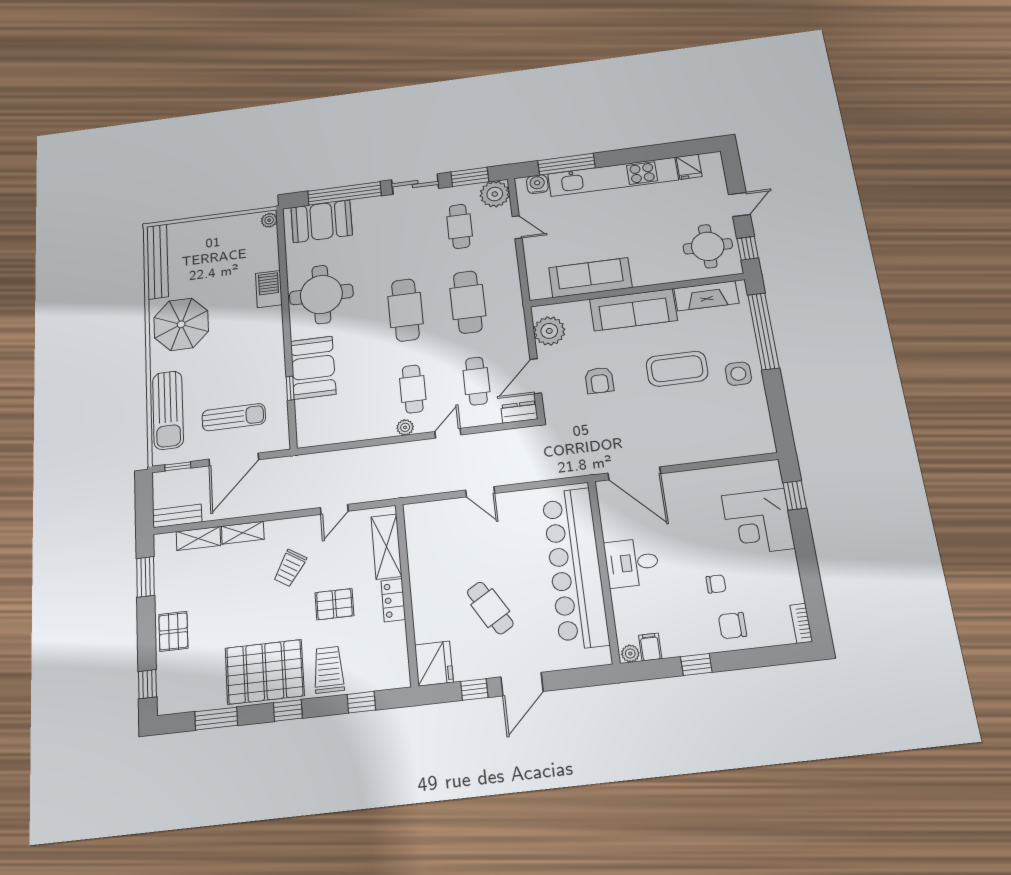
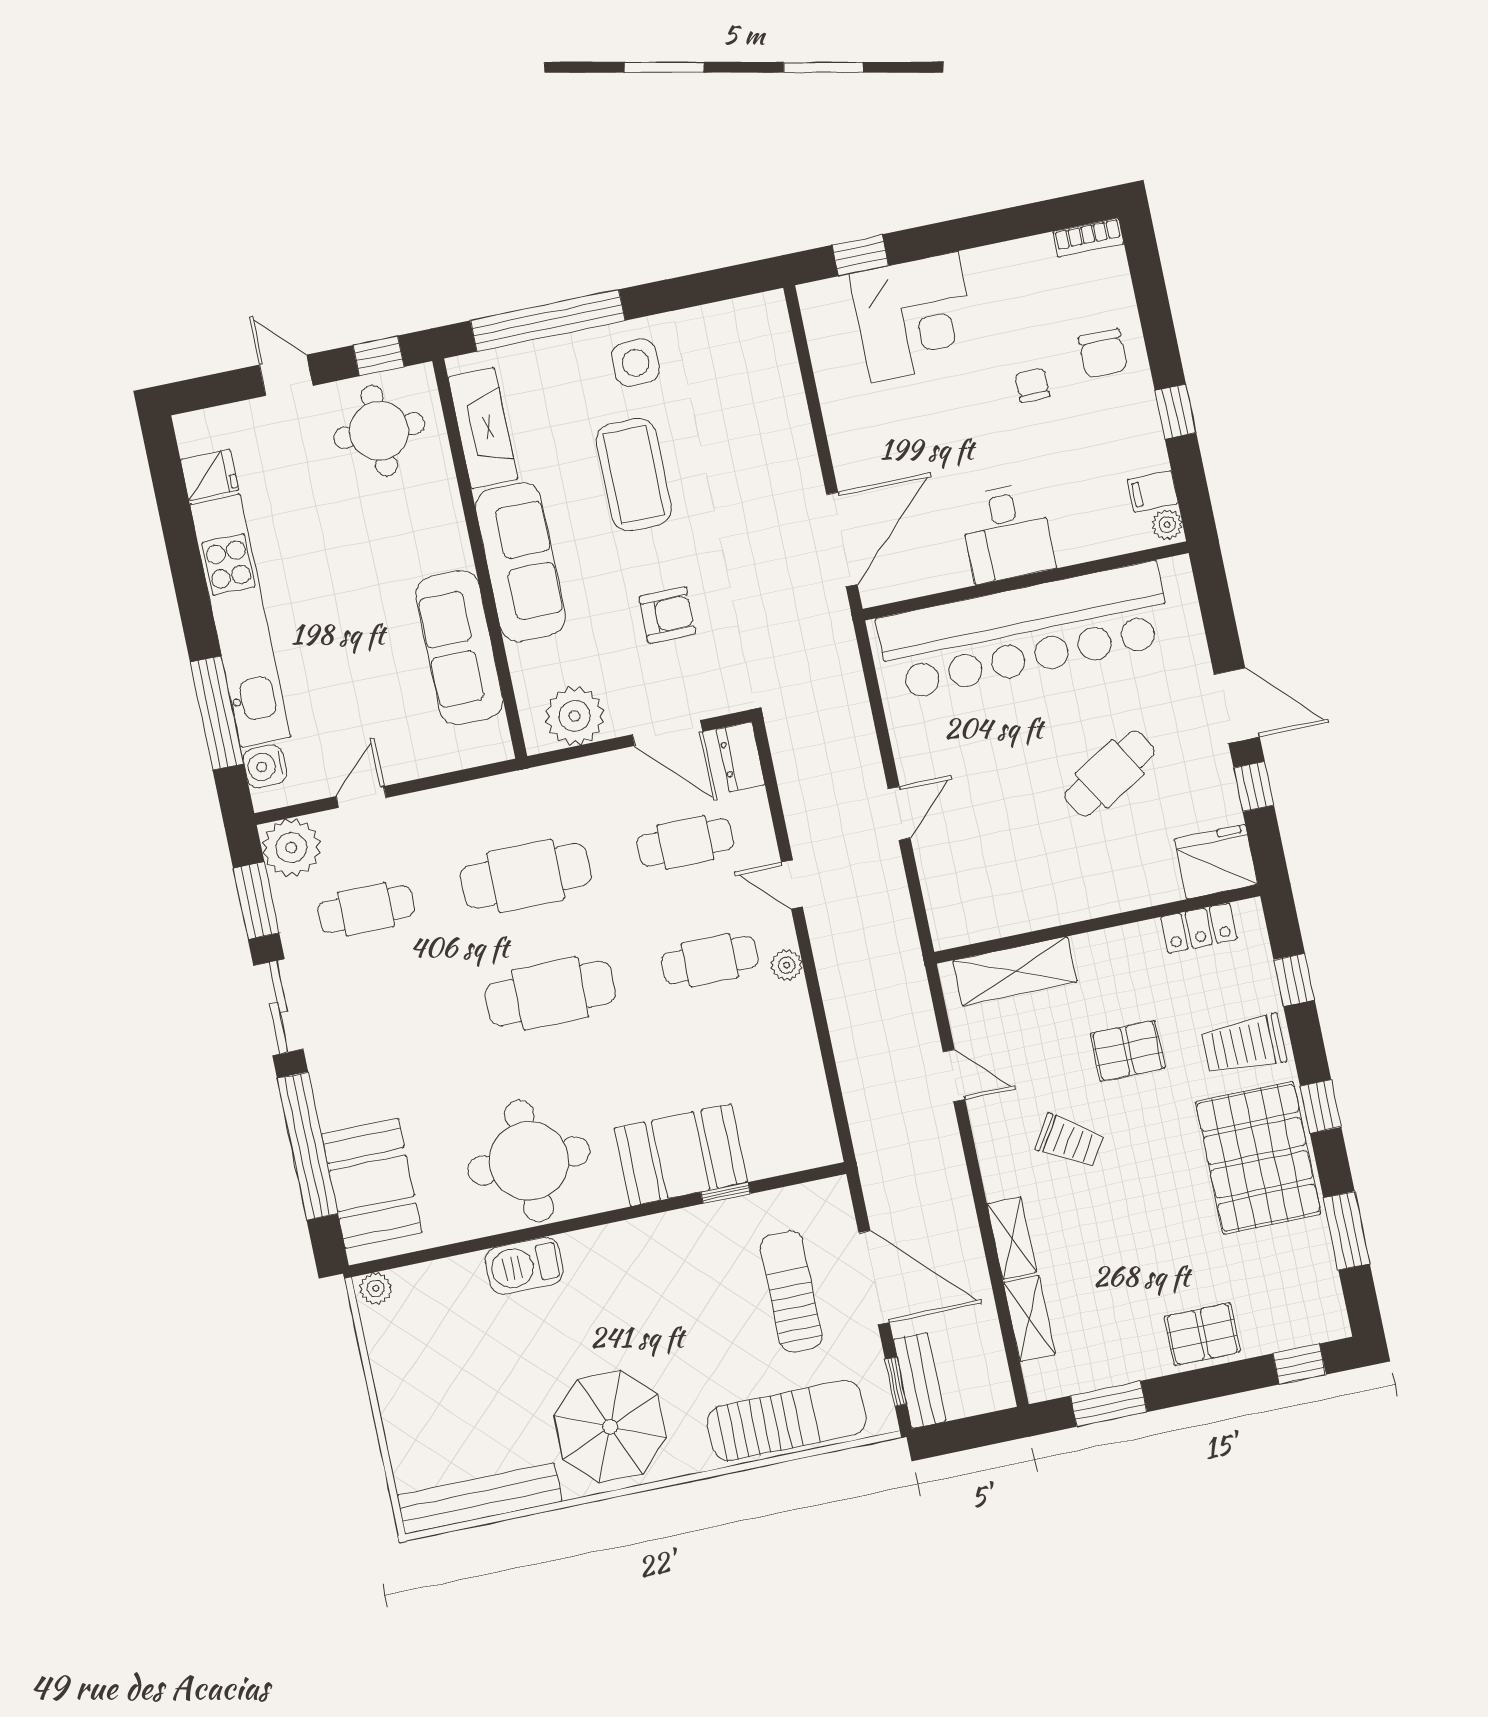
bench: (177, 516) -> (919, 1380), moved
locker: (393, 600) -> (1199, 928), moved
pallet: (334, 604) -> (1128, 1051), turned 90

